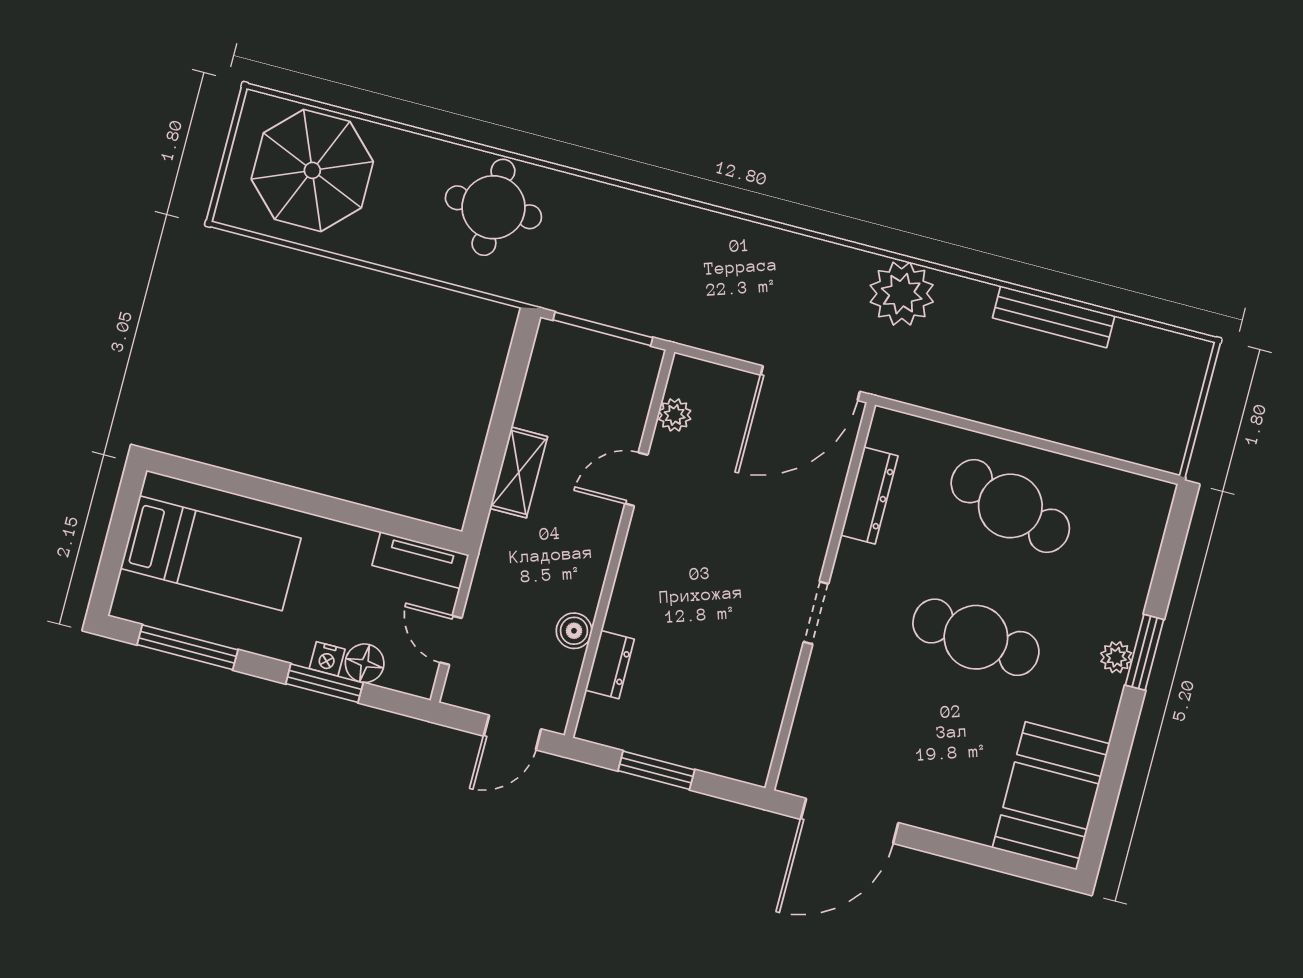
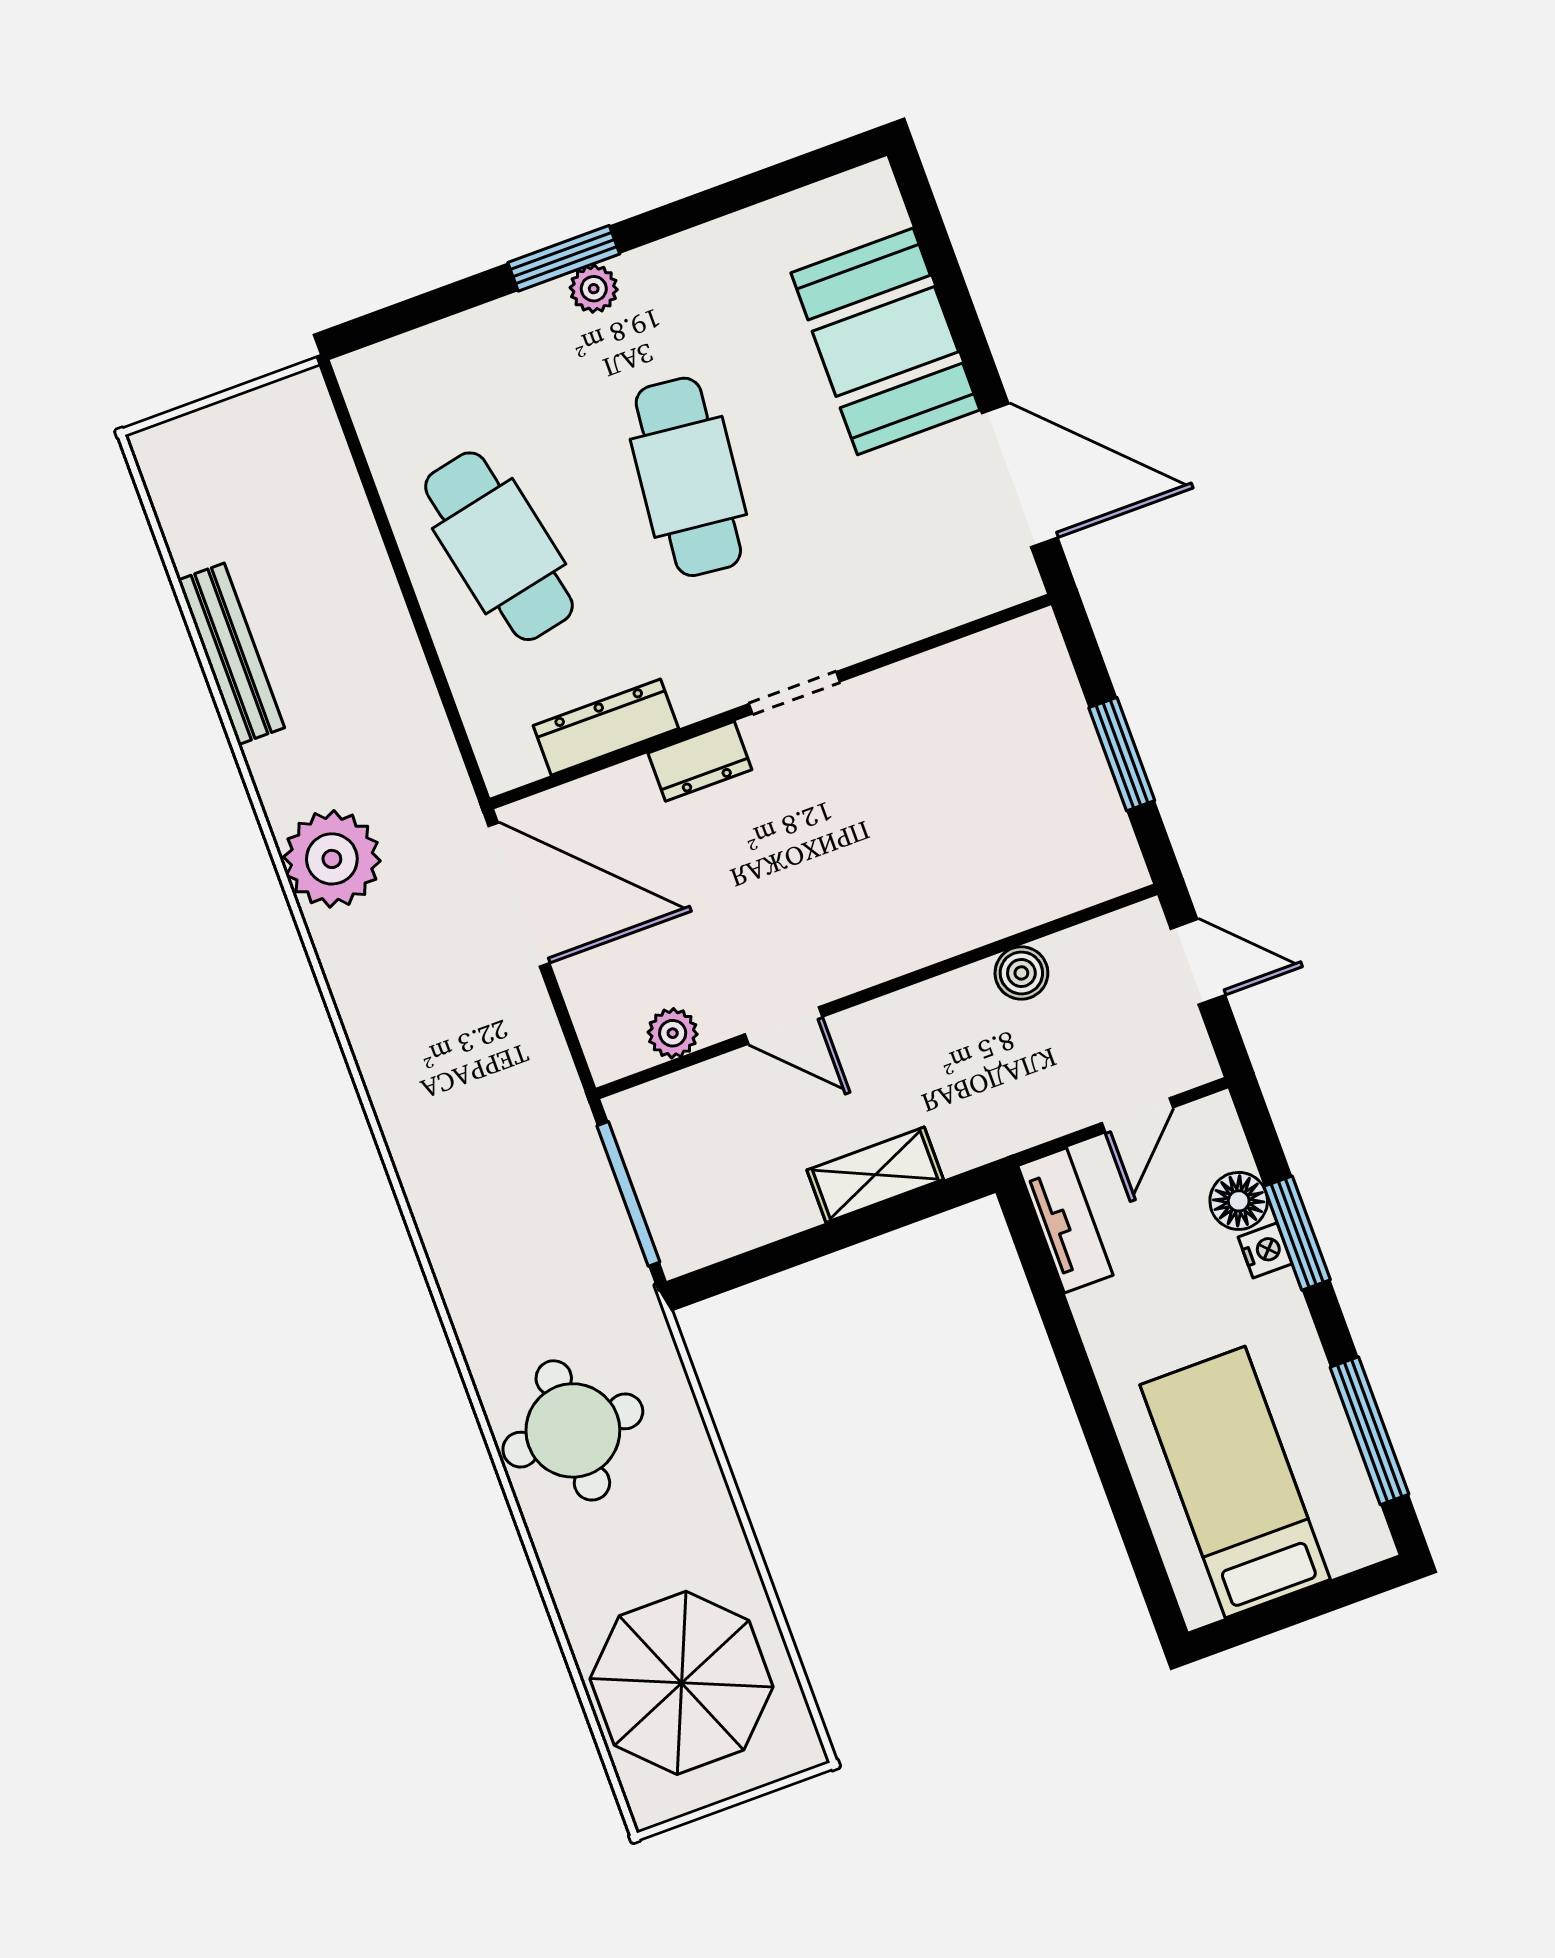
cafe table: (1010, 506) -> (499, 546), turned -30
dresser: (610, 665) -> (700, 761), moved, turned 180
booth: (1051, 796) -> (885, 341), moved, turned 90

